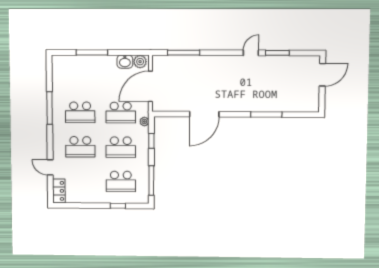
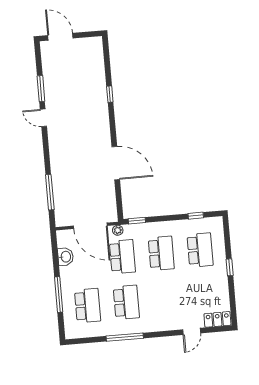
plant: (140, 62) -> (64, 240), removed
window: (266, 114) -> (110, 94), width x0.46
plant: (144, 122) -> (118, 230), moved
window: (151, 141) -> (137, 221), moved
school desk: (80, 147) -> (88, 306), moved
window: (151, 181) -> (196, 216), width x0.46
window: (118, 206) -> (230, 267), moved

